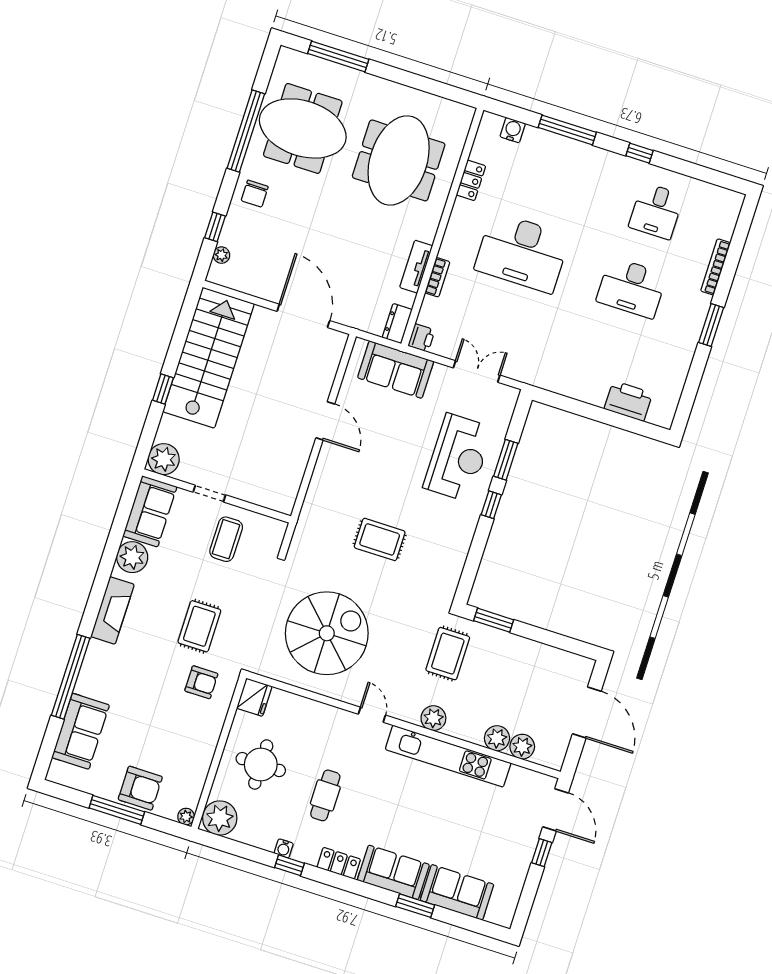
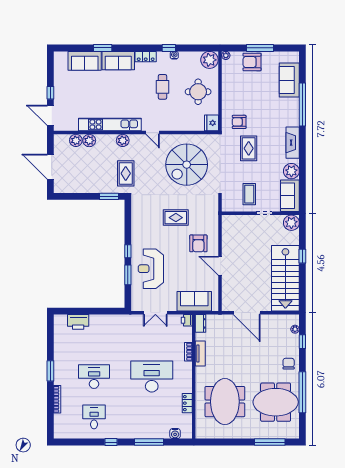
armchair: (353, 477) -> (198, 243), added

